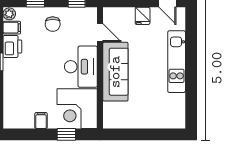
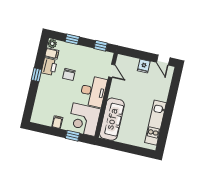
chair: (53, 24) -> (69, 74), moved
kitchen unit: (177, 62) -> (155, 123), moved
sofa: (115, 72) -> (112, 119), moved

